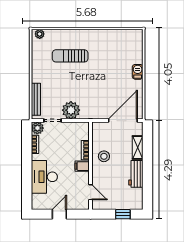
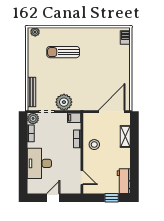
barbecue: (138, 72) -> (125, 38), moved
filing cabinet: (82, 166) -> (74, 118), moved
workbench: (136, 174) -> (124, 181), moved

